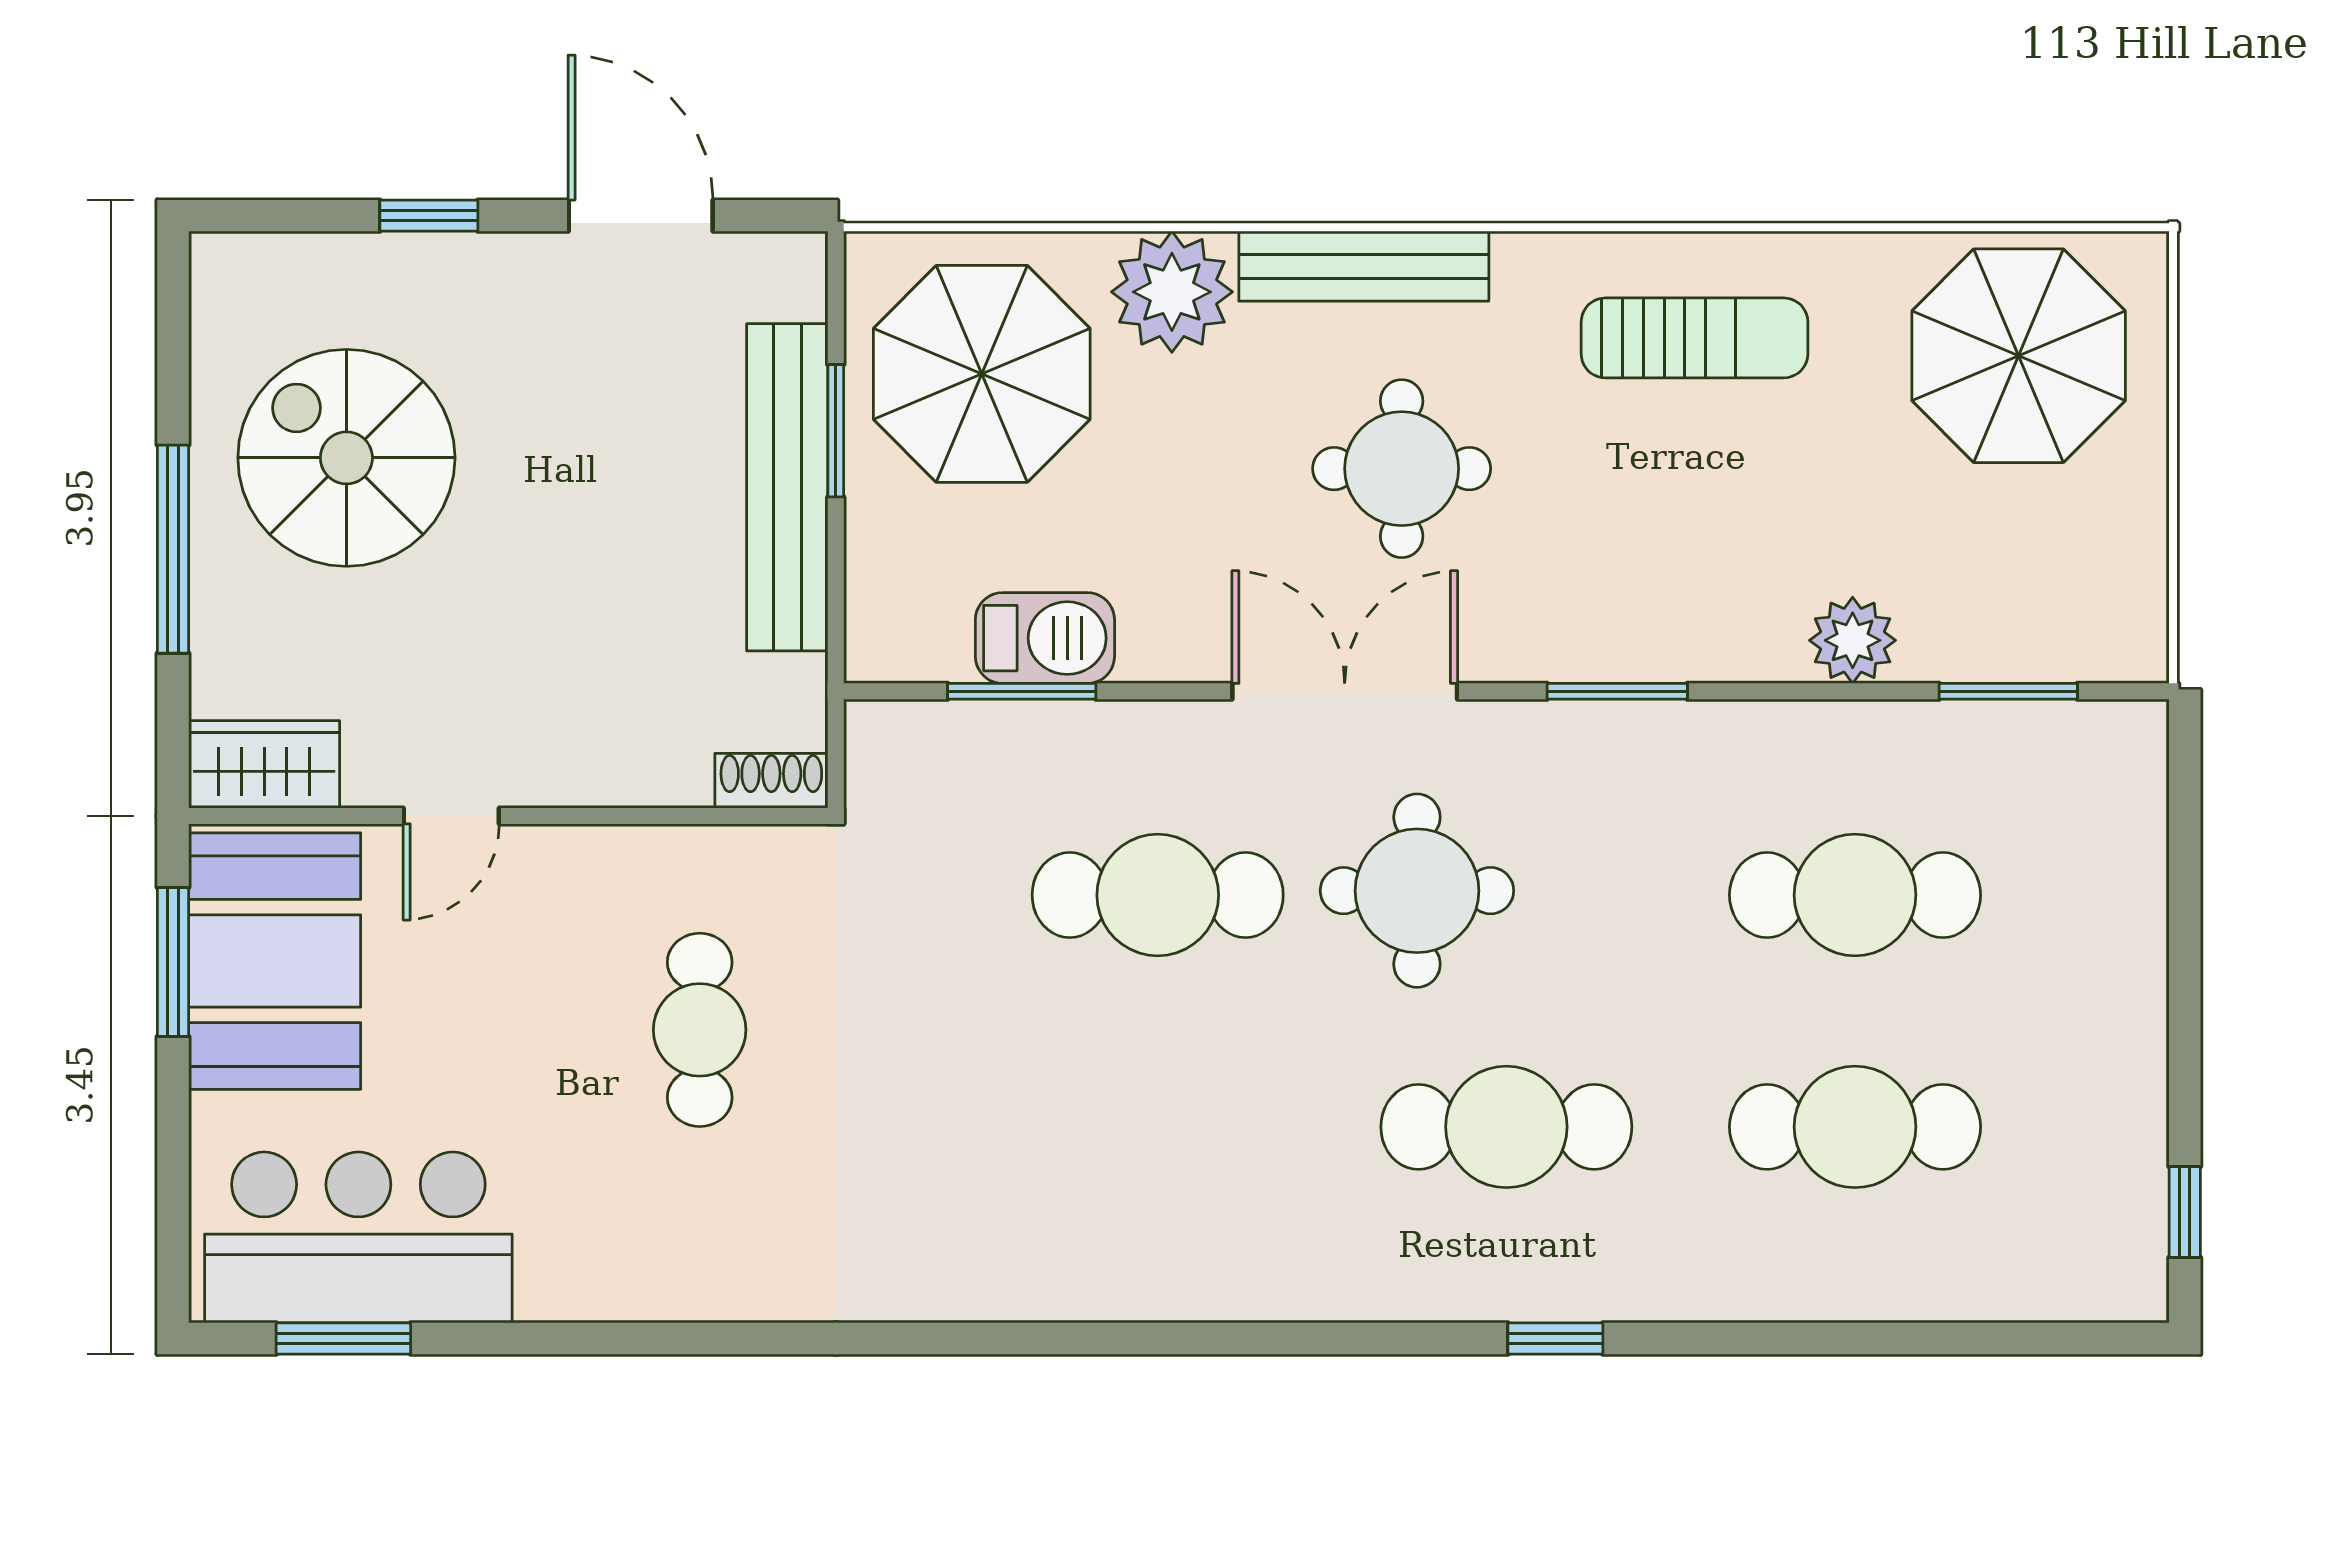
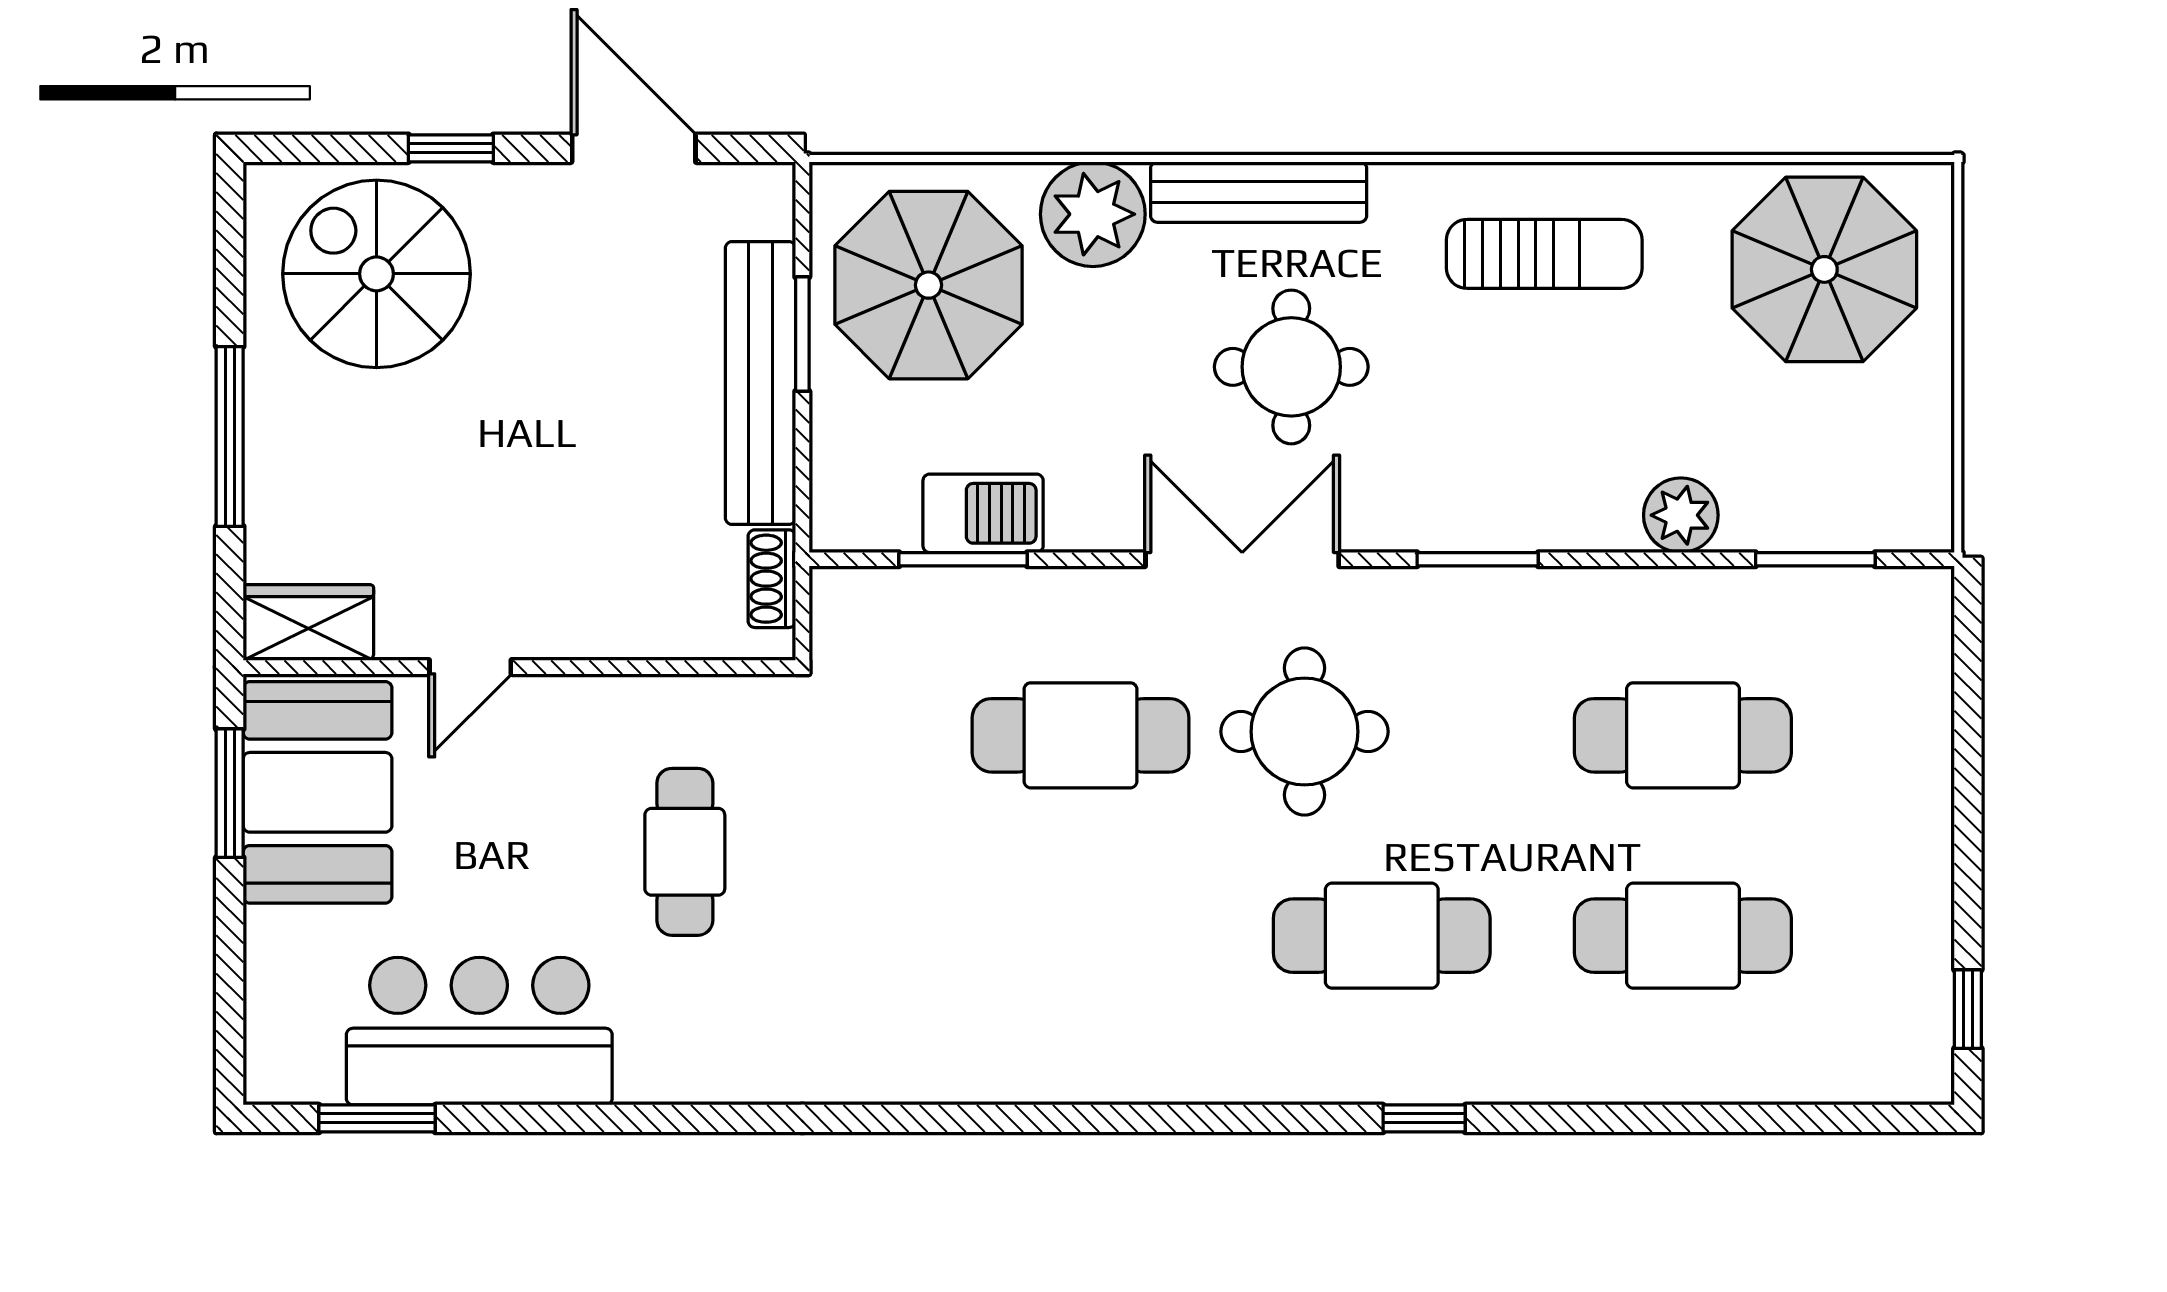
spiral stairs: (346, 458) -> (376, 274), moved
shoe rack: (771, 781) -> (772, 579), moved, turned -90
bar counter: (358, 1237) -> (479, 1031), moved

